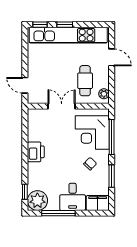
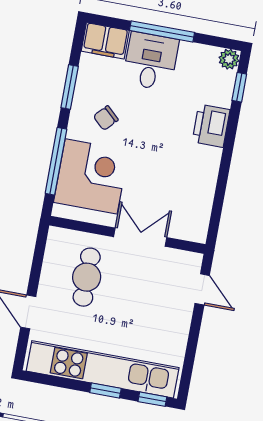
plant: (104, 94) -> (55, 246), removed
double door: (62, 106) -> (140, 237), swing flipped
printer: (36, 152) -> (211, 126), moved
plant: (37, 201) -> (229, 59), width x0.53, depth x0.53
window: (58, 213) -> (162, 31), moved

